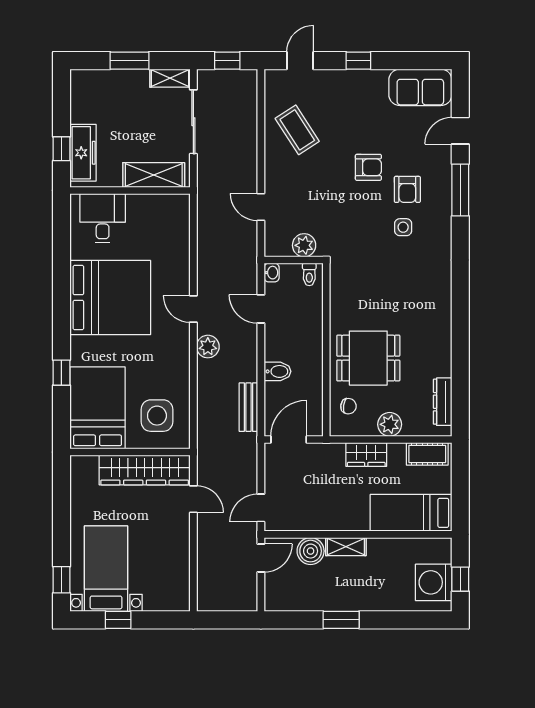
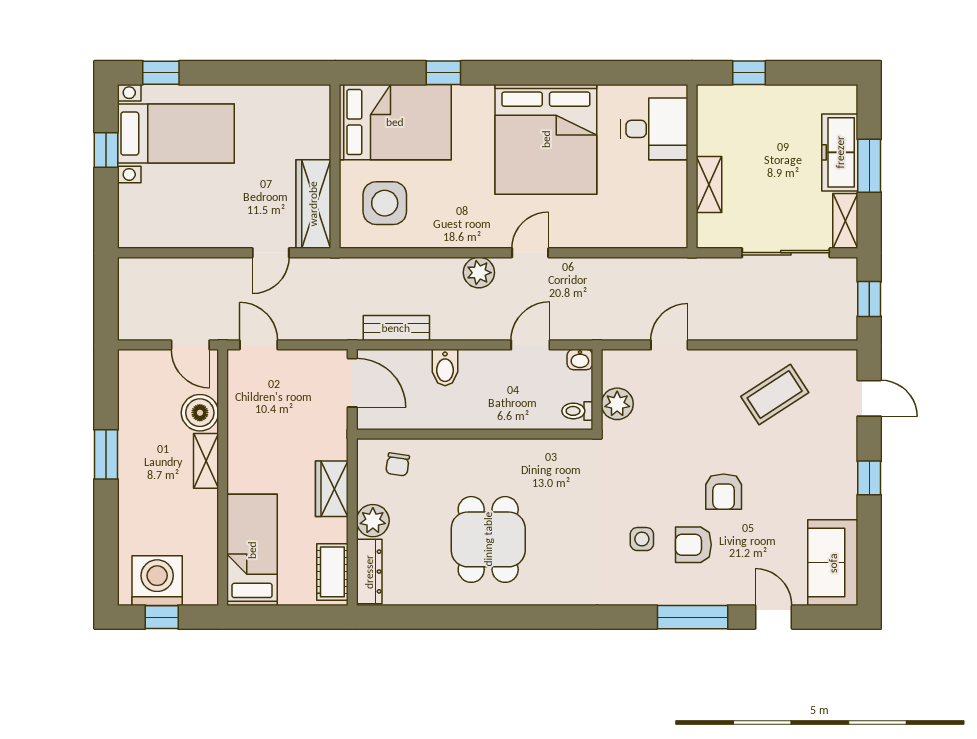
freezer: (83, 153) -> (840, 152), moved, turned 90
shelving: (154, 175) -> (709, 185), width x0.67, depth x0.75
dining table: (368, 358) -> (488, 539), moved
dresser: (443, 402) -> (369, 572), moved, turned 90
wardrobe: (145, 470) -> (313, 204), width x0.71, depth x0.85

